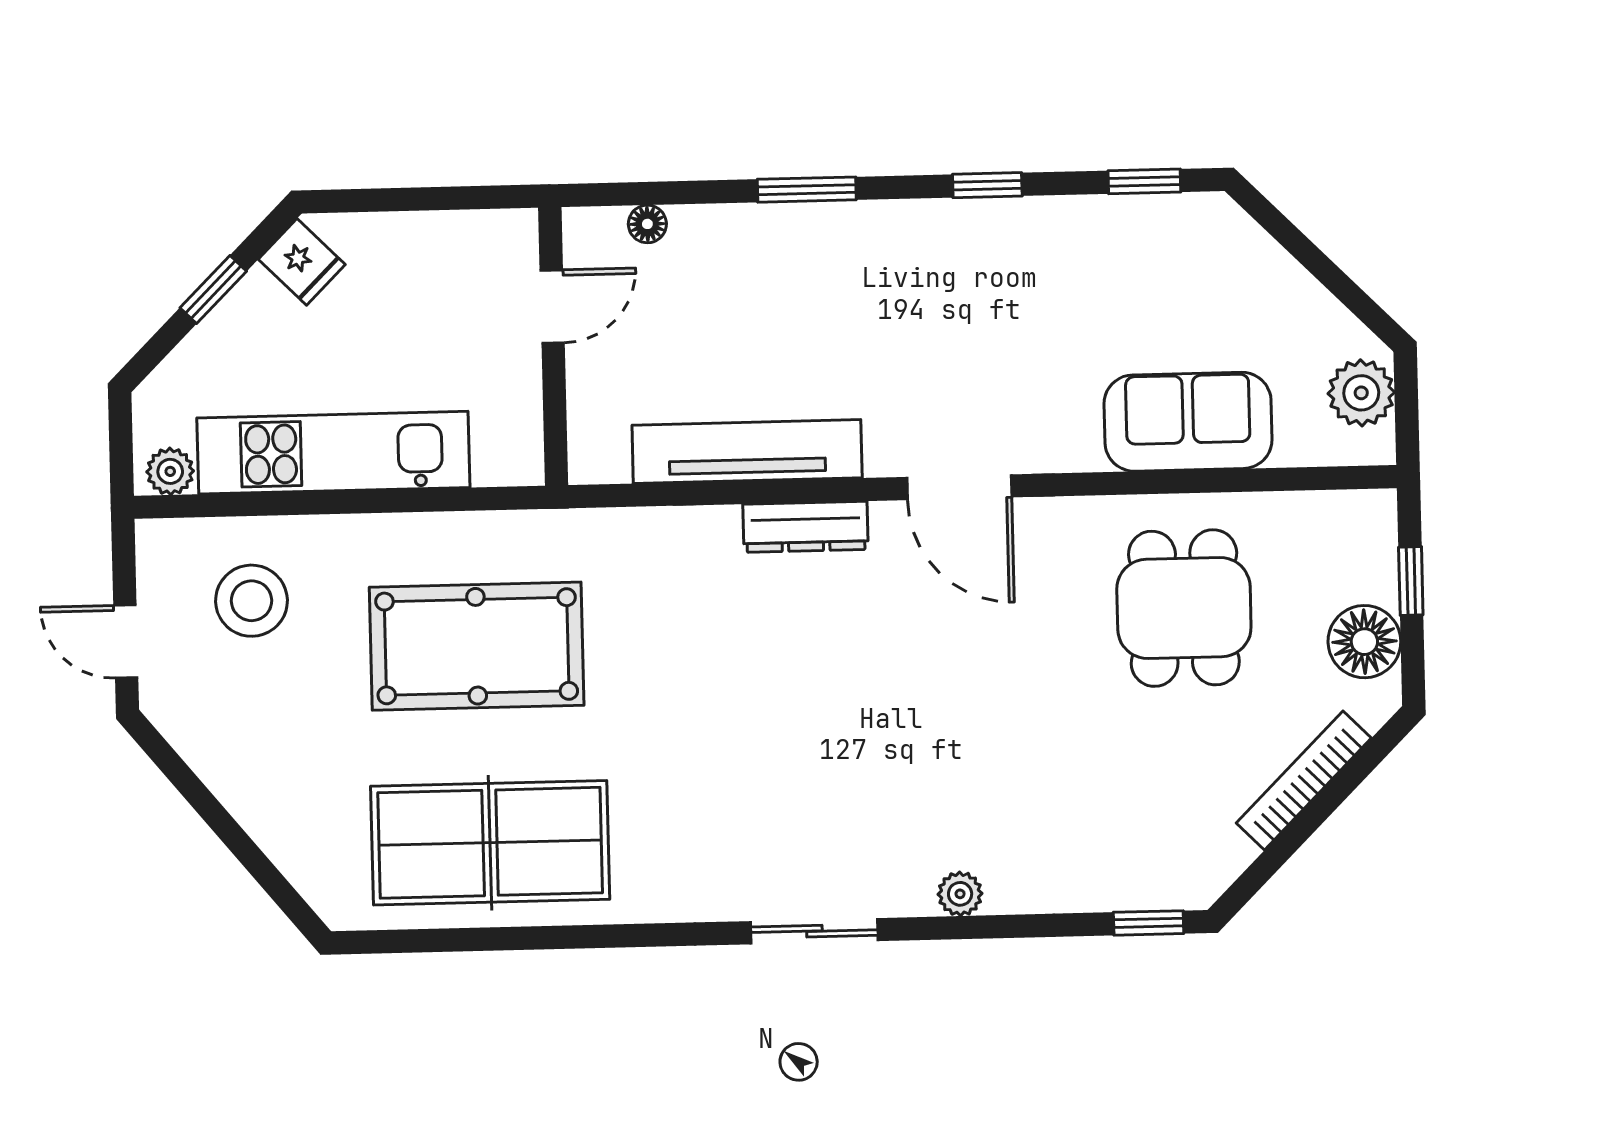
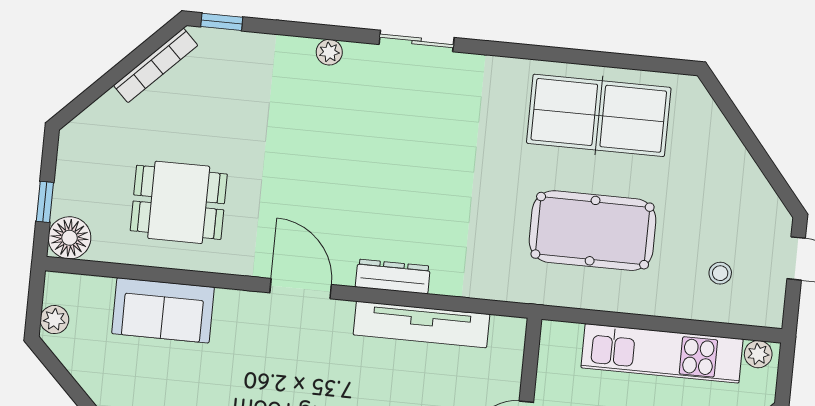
plant: (1361, 393) -> (54, 320), width x0.73, depth x0.73
stool: (251, 601) -> (720, 273), width x0.53, depth x0.53
dining table: (1184, 608) -> (179, 202), turned 90
floor lamp: (1364, 642) -> (70, 238), moved
bookcase: (1304, 780) -> (156, 65), moved

